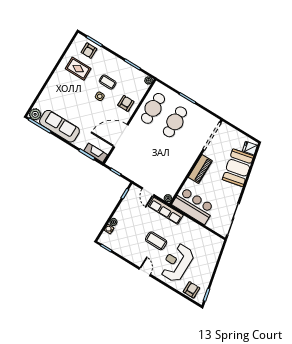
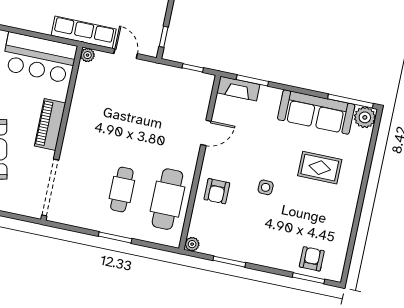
rug: (78, 69) -> (320, 168), moved
coffee table: (108, 82) -> (261, 217), removed
cafe table: (175, 122) -> (122, 189), width x0.73, depth x0.74
door: (121, 136) -> (206, 133), width x0.53

